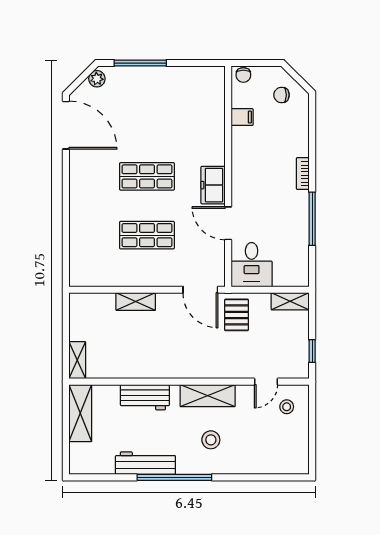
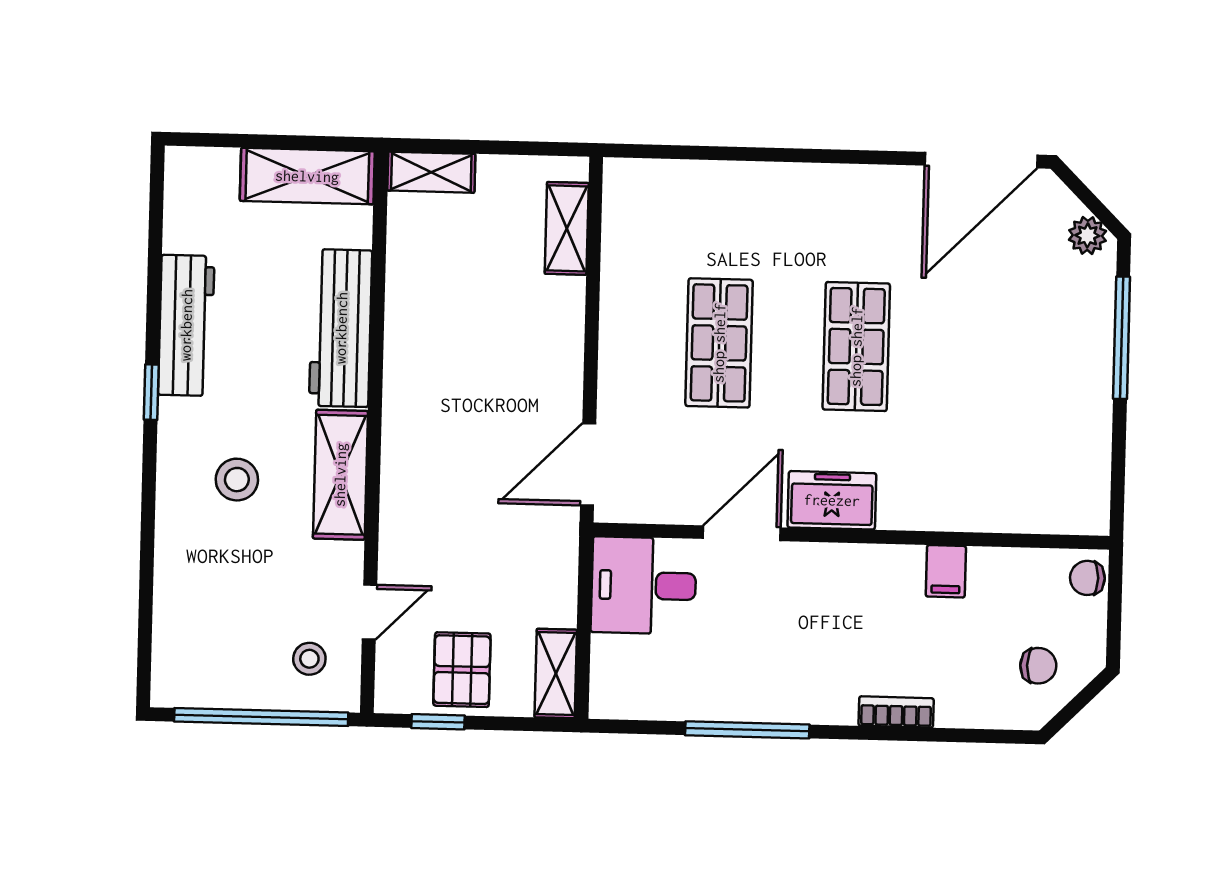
chair: (281, 95) -> (1038, 666), turned 90
filing cabinet: (242, 117) -> (946, 571), moved
bookcase: (303, 174) -> (896, 712), moved
shelving: (136, 302) -> (567, 228), moved
pallet: (237, 315) -> (462, 670), moved, turned 90
door: (266, 382) -> (369, 612), swing flipped
workbench: (145, 397) -> (341, 328), width x1.38
window: (312, 427) -> (261, 717), added
window: (174, 477) -> (151, 392), width x0.32

